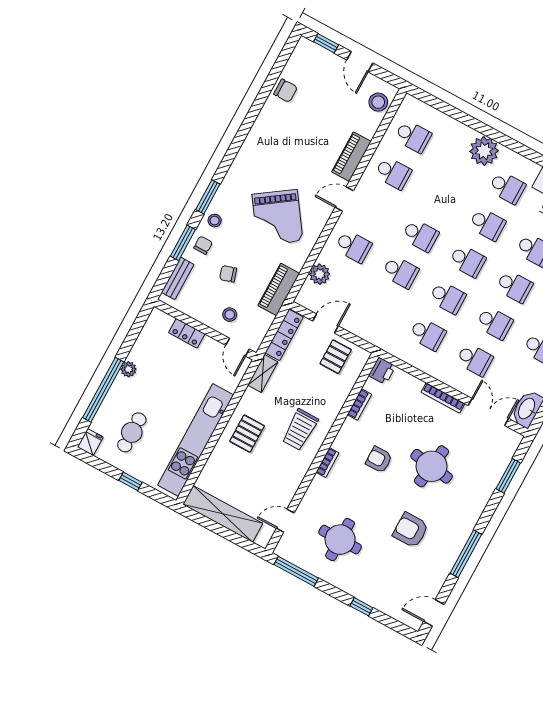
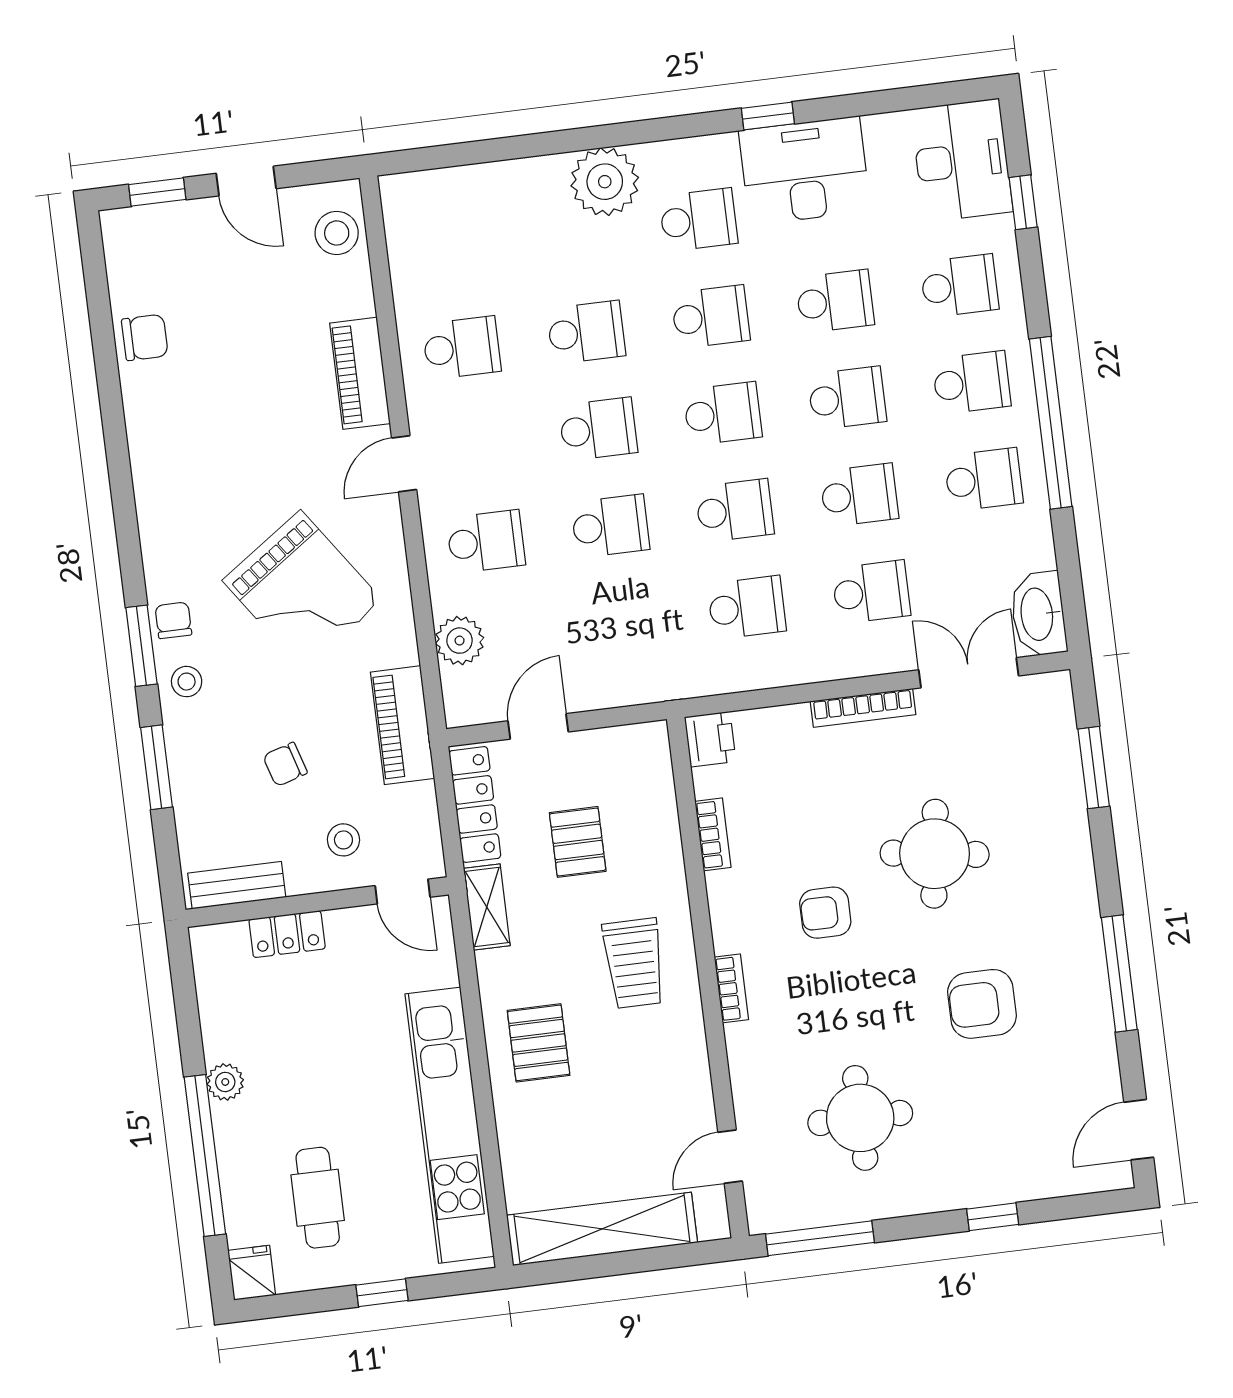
school desk: (413, 136) -> (586, 332), moved
chair: (203, 245) -> (173, 620), moved
bench: (178, 278) -> (237, 885), moved, turned 90
pallet: (336, 357) -> (578, 842), moved

